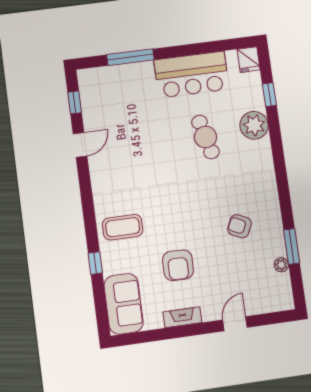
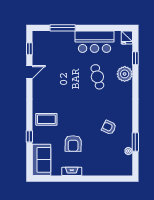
door: (235, 324) -> (99, 179), removed

